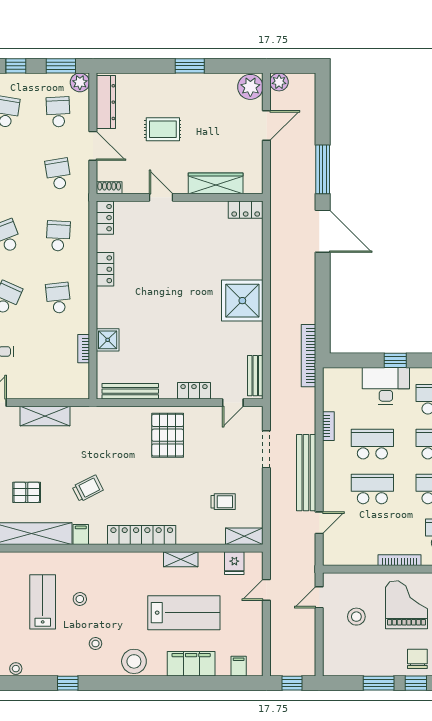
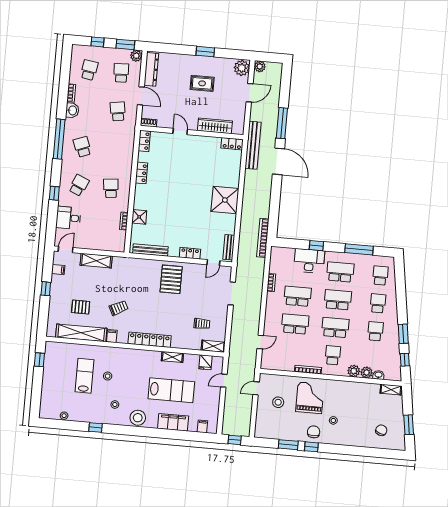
rug: (163, 129) -> (202, 83), moved
school desk: (58, 236) -> (114, 150), removed
bench: (306, 473) -> (253, 145), moved

